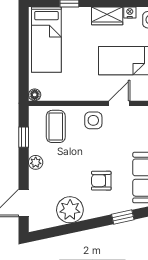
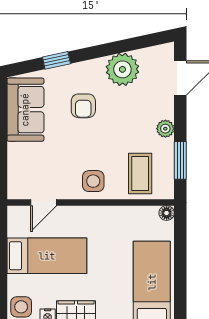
door: (119, 103) -> (44, 202), moved
window: (24, 137) -> (180, 160), width x1.50
armchair: (101, 181) -> (83, 106), turned 90

